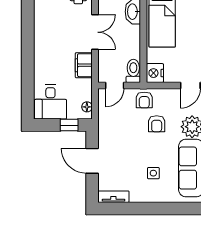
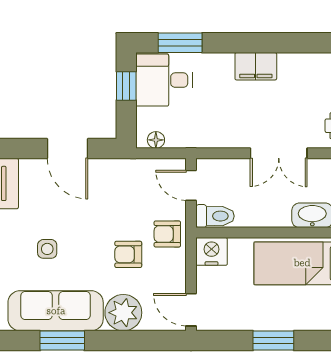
filing cabinet: (84, 65) -> (256, 66), moved, turned 180
window: (28, 92) -> (180, 43), added
window: (69, 125) -> (126, 86), moved
door: (92, 161) -> (67, 148), swing flipped

